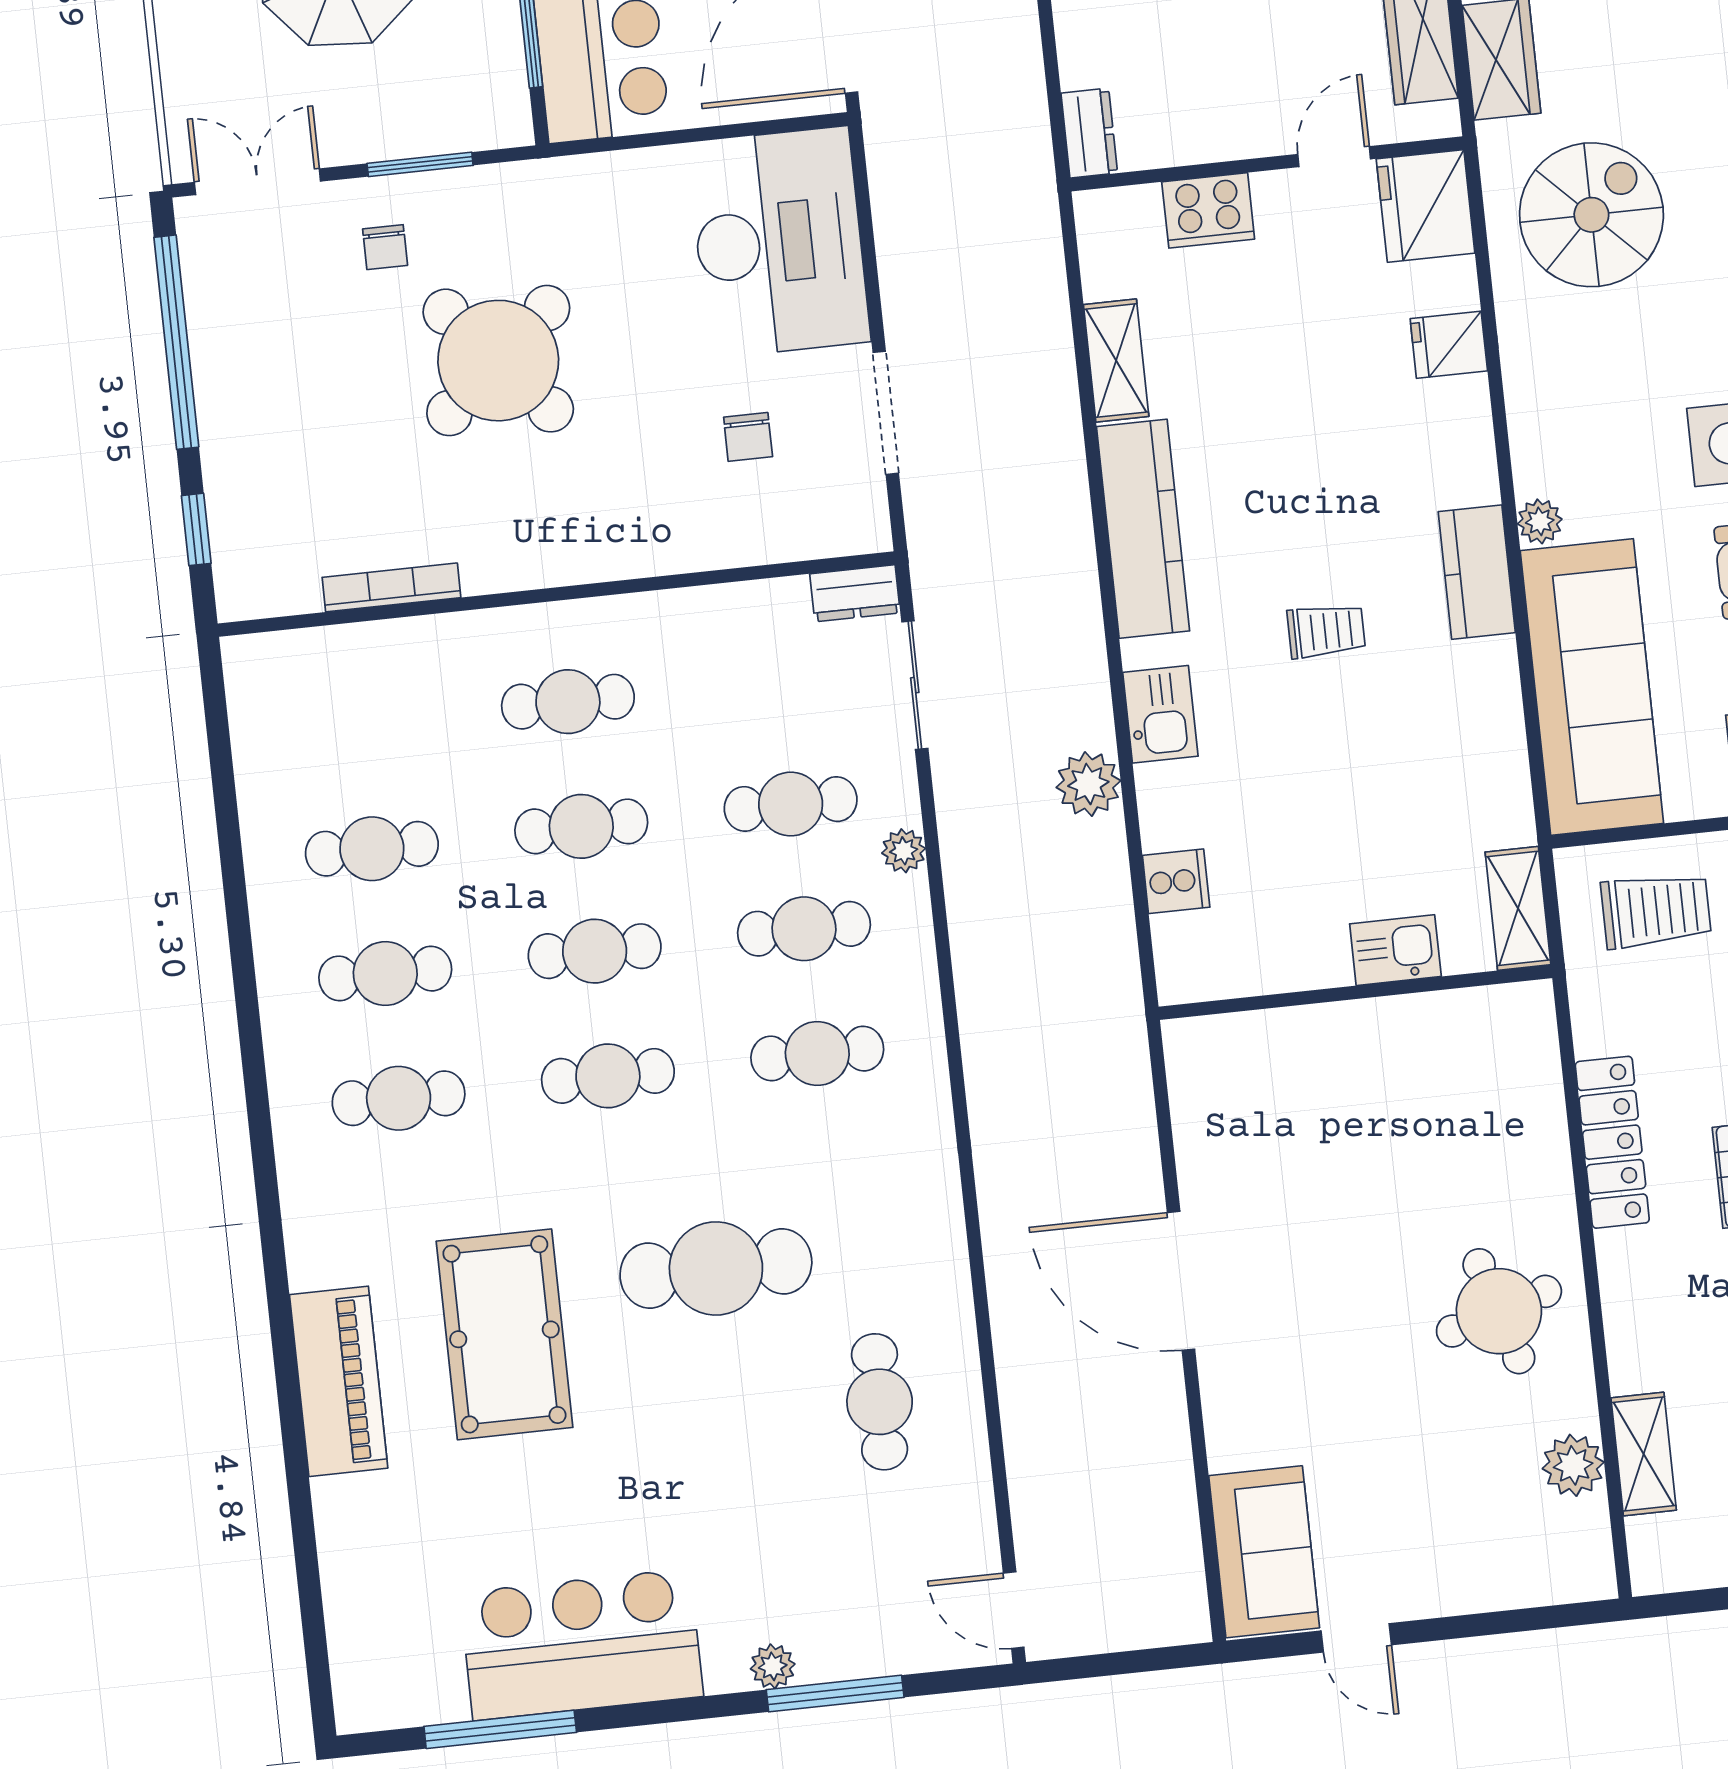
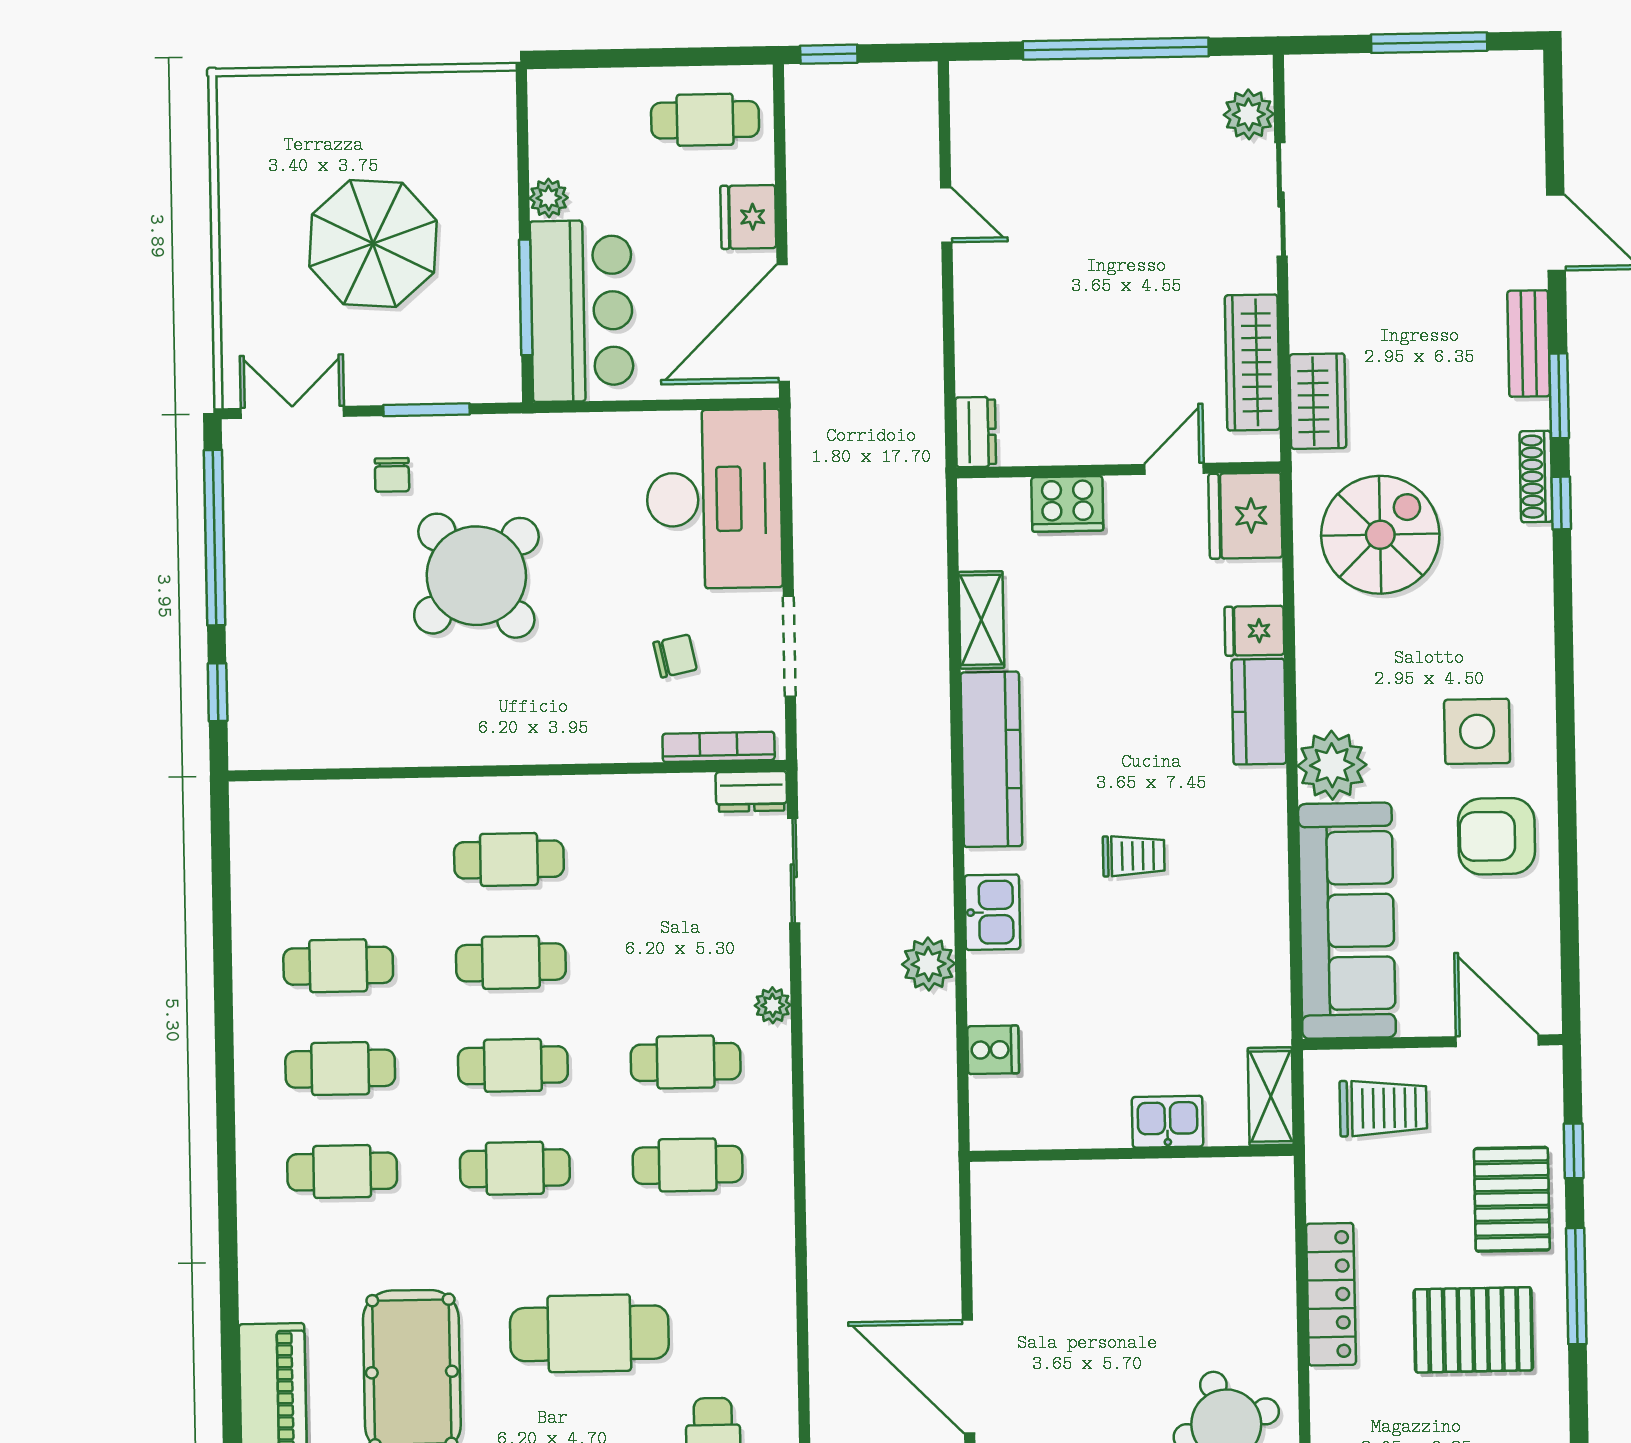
chair: (748, 437) -> (675, 656), turned -102
plant: (1540, 521) -> (1332, 765), width x1.87, depth x1.87
kitchen counter: (1477, 572) -> (1259, 712), moved
bookcase: (392, 587) -> (719, 747), moved
cafe table: (791, 804) -> (684, 959), removed

